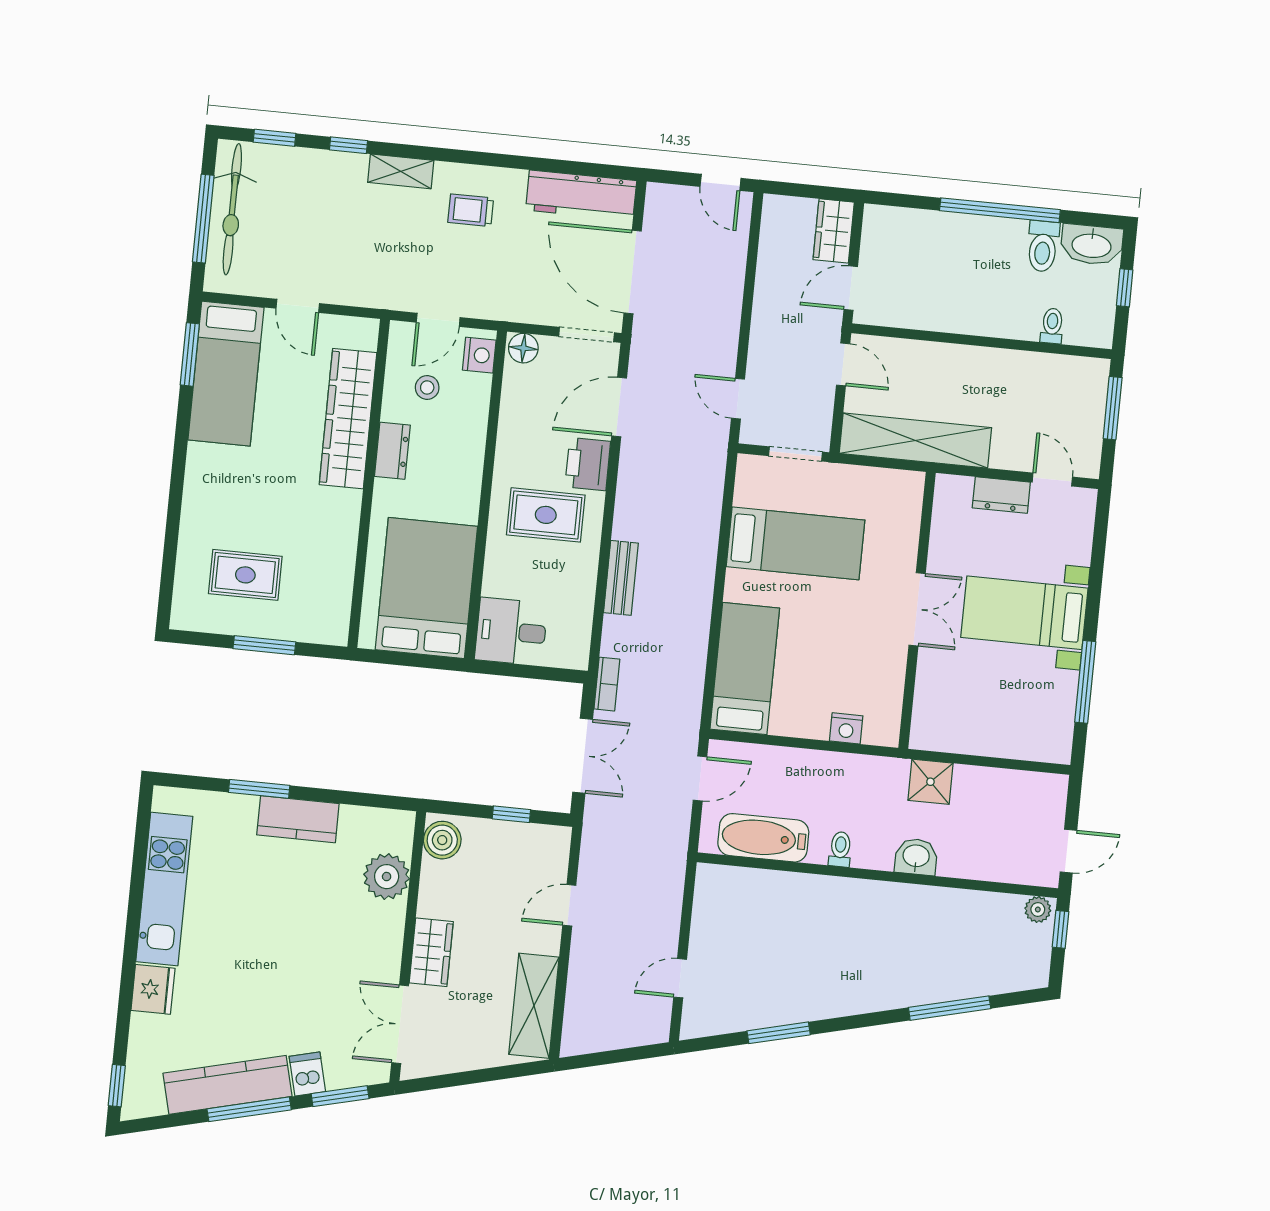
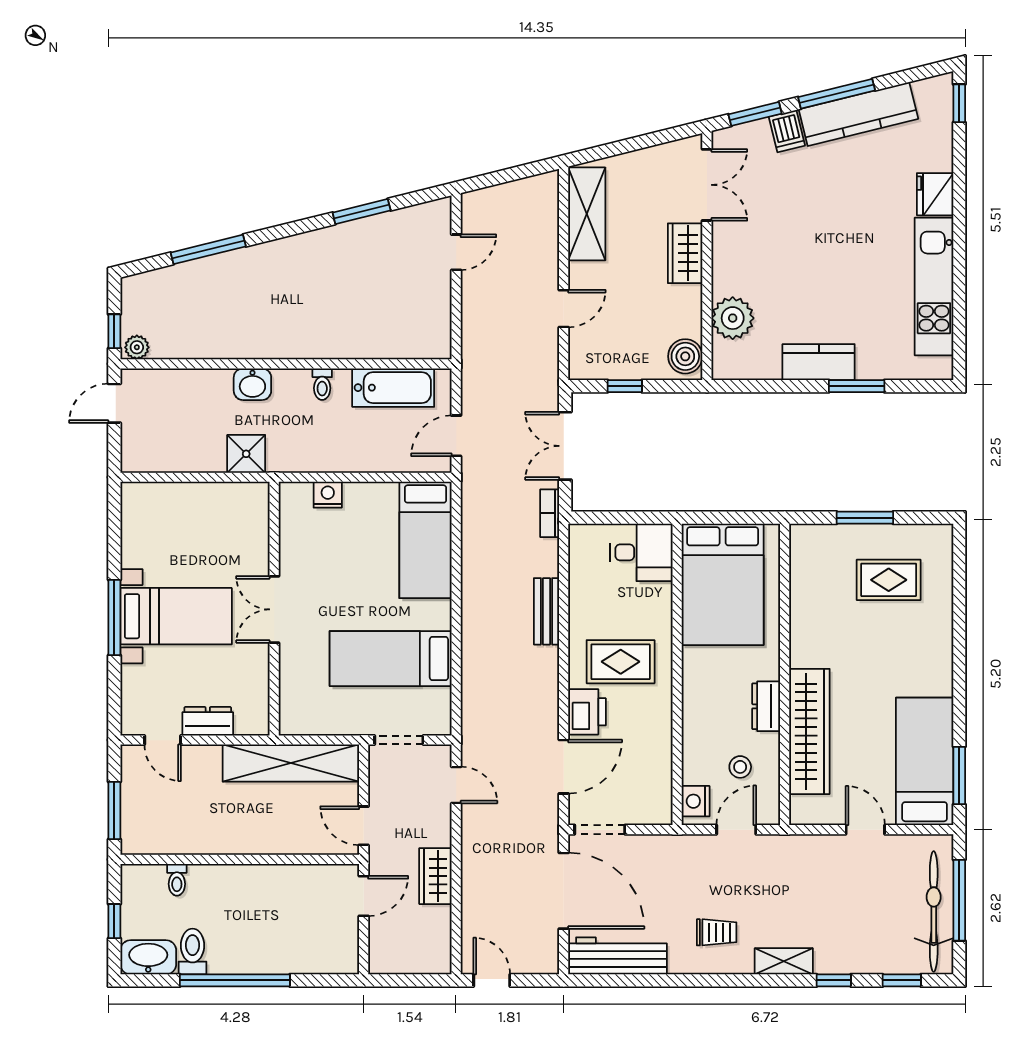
wardrobe: (834, 231) -> (435, 876), moved, turned 180
floor lamp: (523, 348) -> (656, 812), removed
window: (1085, 682) -> (114, 618), moved

